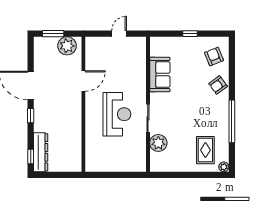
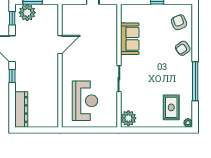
plant: (67, 46) -> (27, 13), moved
reception desk: (117, 114) -> (85, 101), moved
plant: (158, 143) -> (128, 118), moved
window: (31, 157) -> (12, 18), moved

